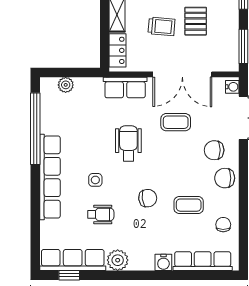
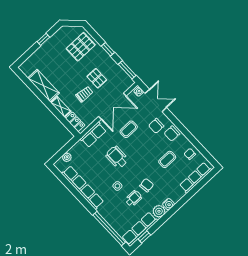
window: (35, 129) -> (109, 229), moved
row of seats: (50, 177) -> (83, 188), moved
chair: (148, 198) -> (147, 185), moved
water cooler: (163, 262) -> (168, 204), moved

